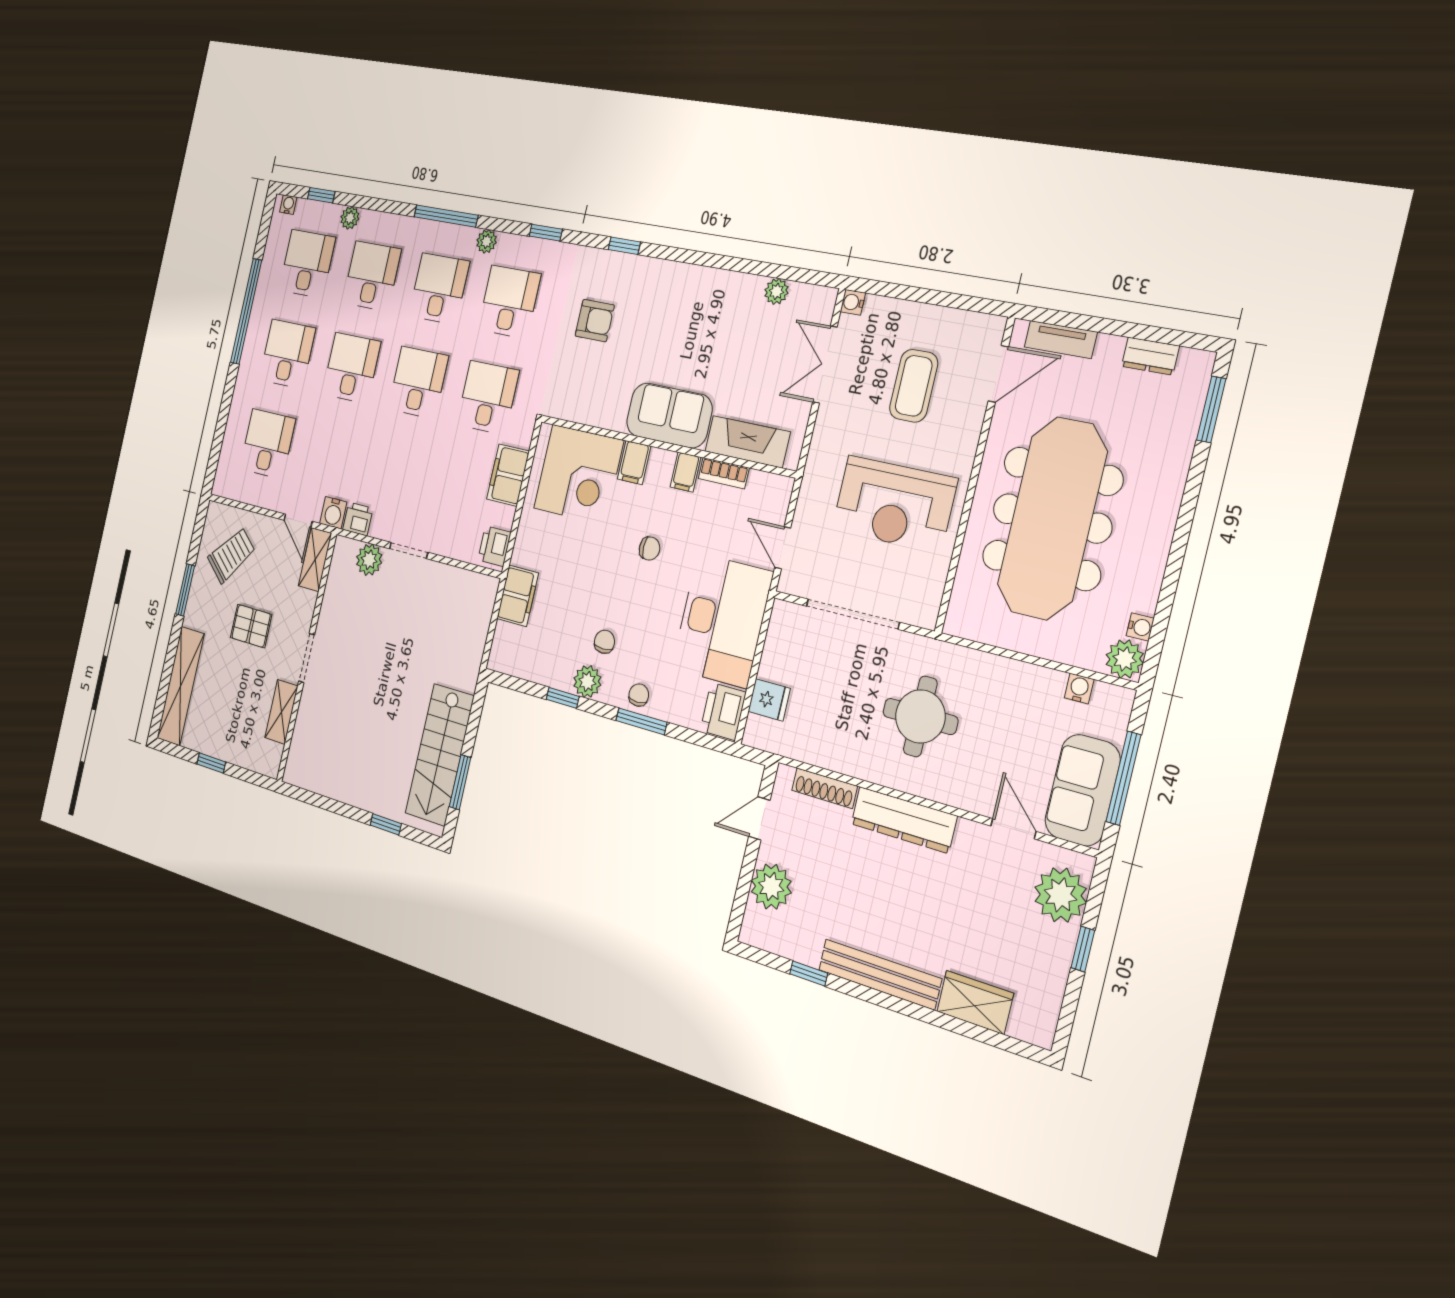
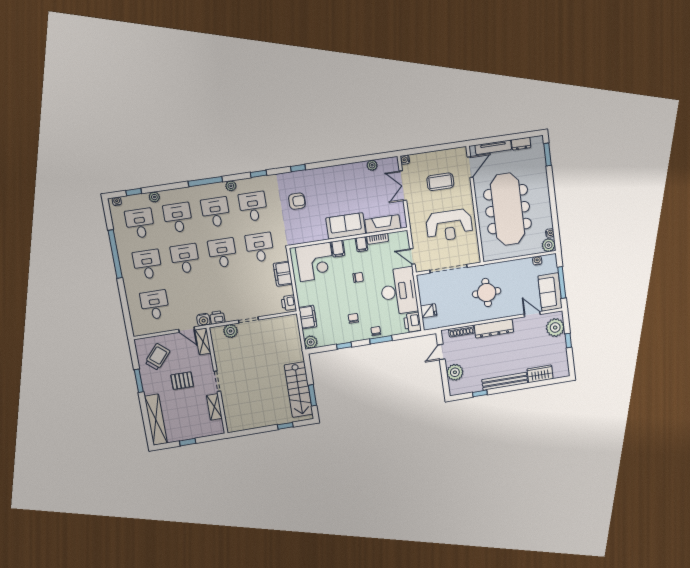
tv unit: (1061, 340) -> (493, 147), width x1.41
coffee table: (914, 386) -> (440, 182), turned 90
plant: (587, 682) -> (311, 342), moved

